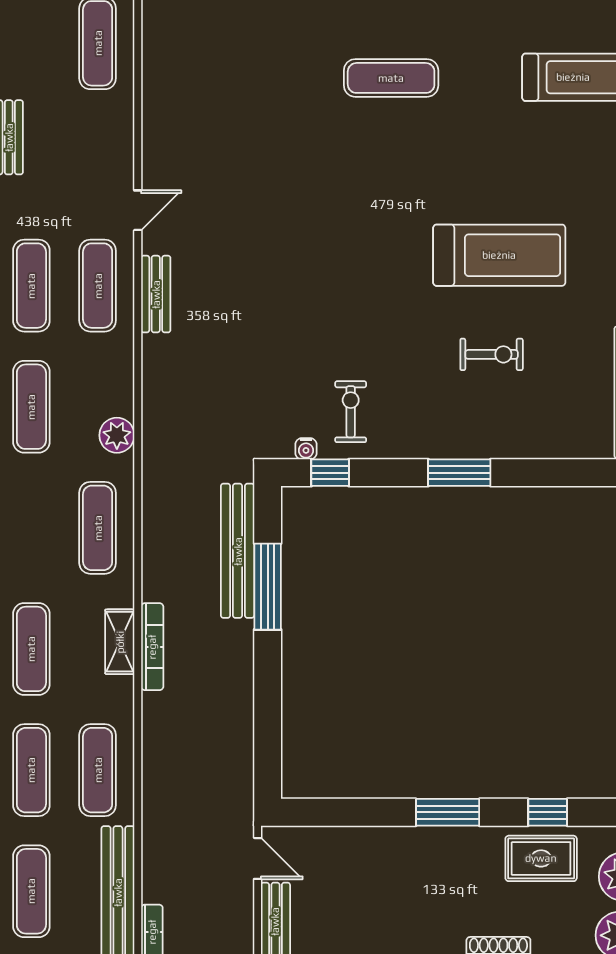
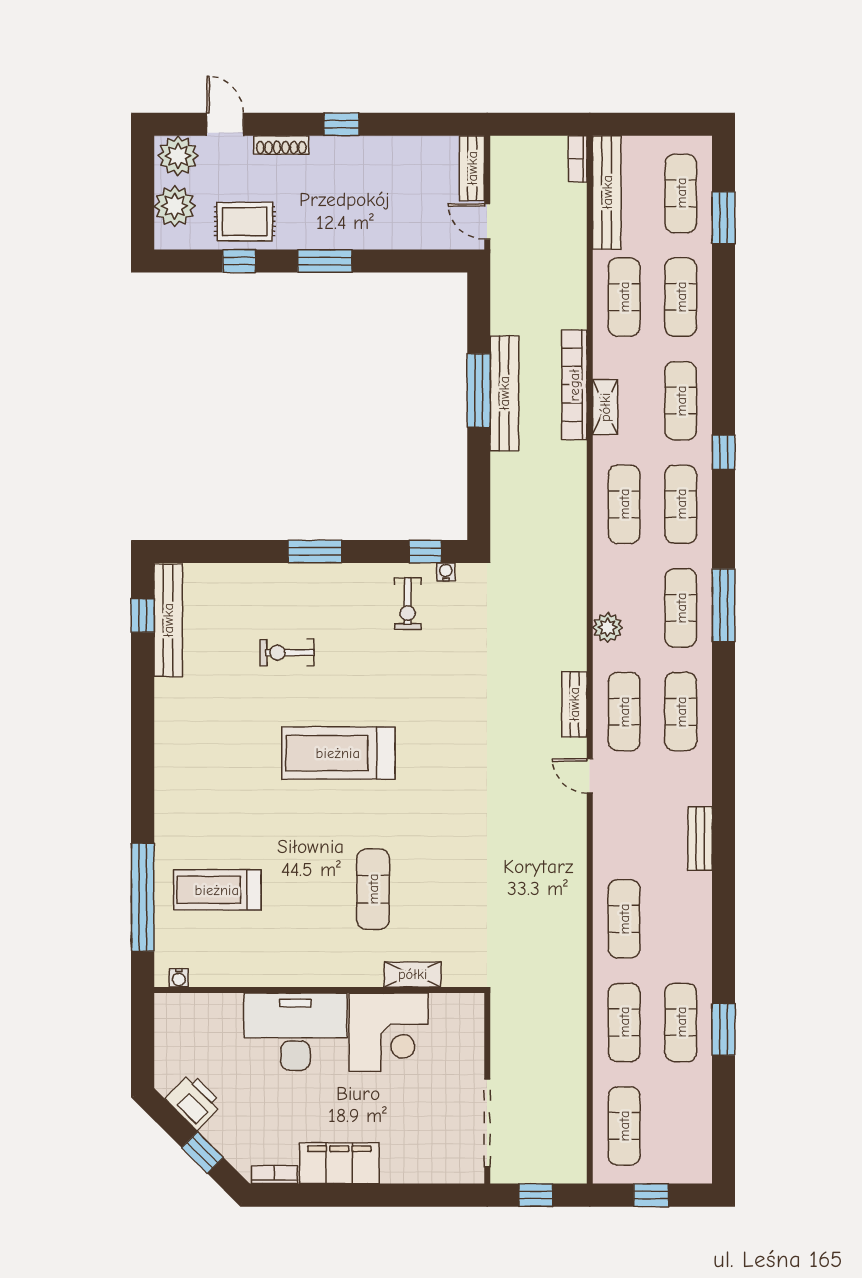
exercise mat: (391, 78) -> (373, 889), turned 90
door: (138, 210) -> (590, 776), hinge flipped
treadmill: (499, 255) -> (338, 753), moved
plant: (117, 435) -> (608, 628), moved
exercise mat: (31, 528) -> (681, 504), added
bench: (238, 551) -> (504, 393), moved
window: (268, 587) -> (479, 391), moved
bookcase: (152, 647) -> (574, 385), width x1.48, depth x1.31

